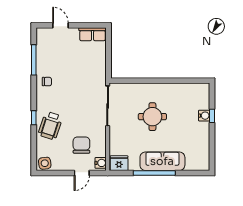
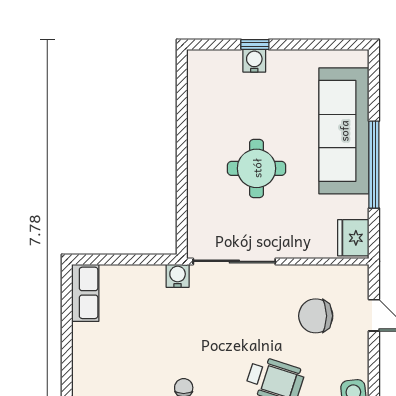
door: (61, 25) -> (67, 359), removed
sofa: (162, 161) -> (344, 131), width x1.36, depth x1.27
water cooler: (101, 163) -> (178, 276), moved

